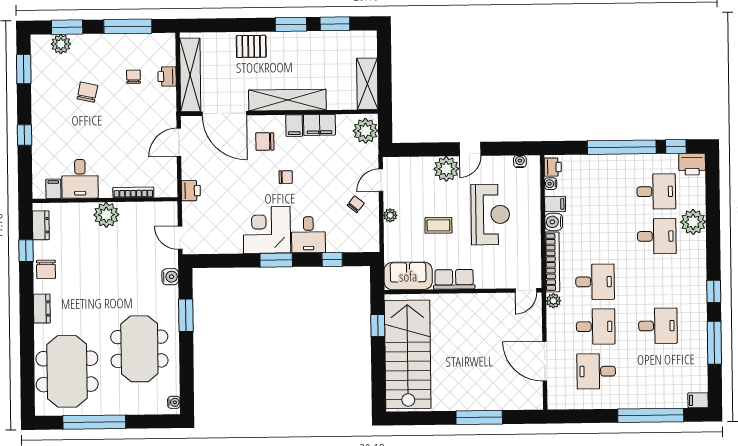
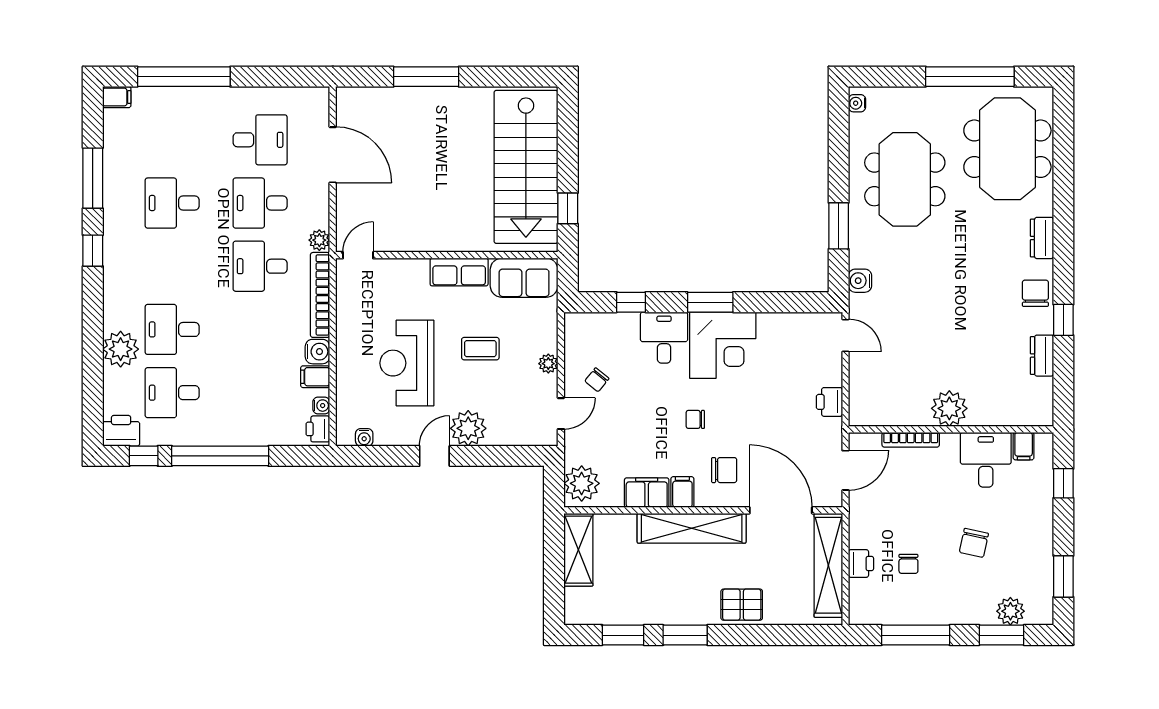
desk: (80, 179) -> (986, 460), moved
filing cabinet: (53, 189) -> (1024, 446), moved
bookcase: (133, 192) -> (911, 440), moved
wall: (105, 200) -> (951, 429), moved
plant: (106, 215) -> (949, 408), moved

